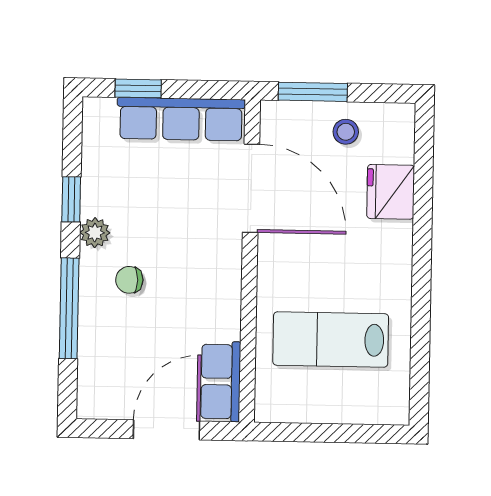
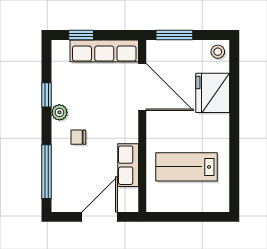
stool: (346, 132) -> (218, 52), moved
fridge: (391, 192) -> (213, 93), width x1.36, depth x1.34
window: (69, 308) -> (47, 172), moved
row of seats: (221, 382) -> (128, 165), moved

